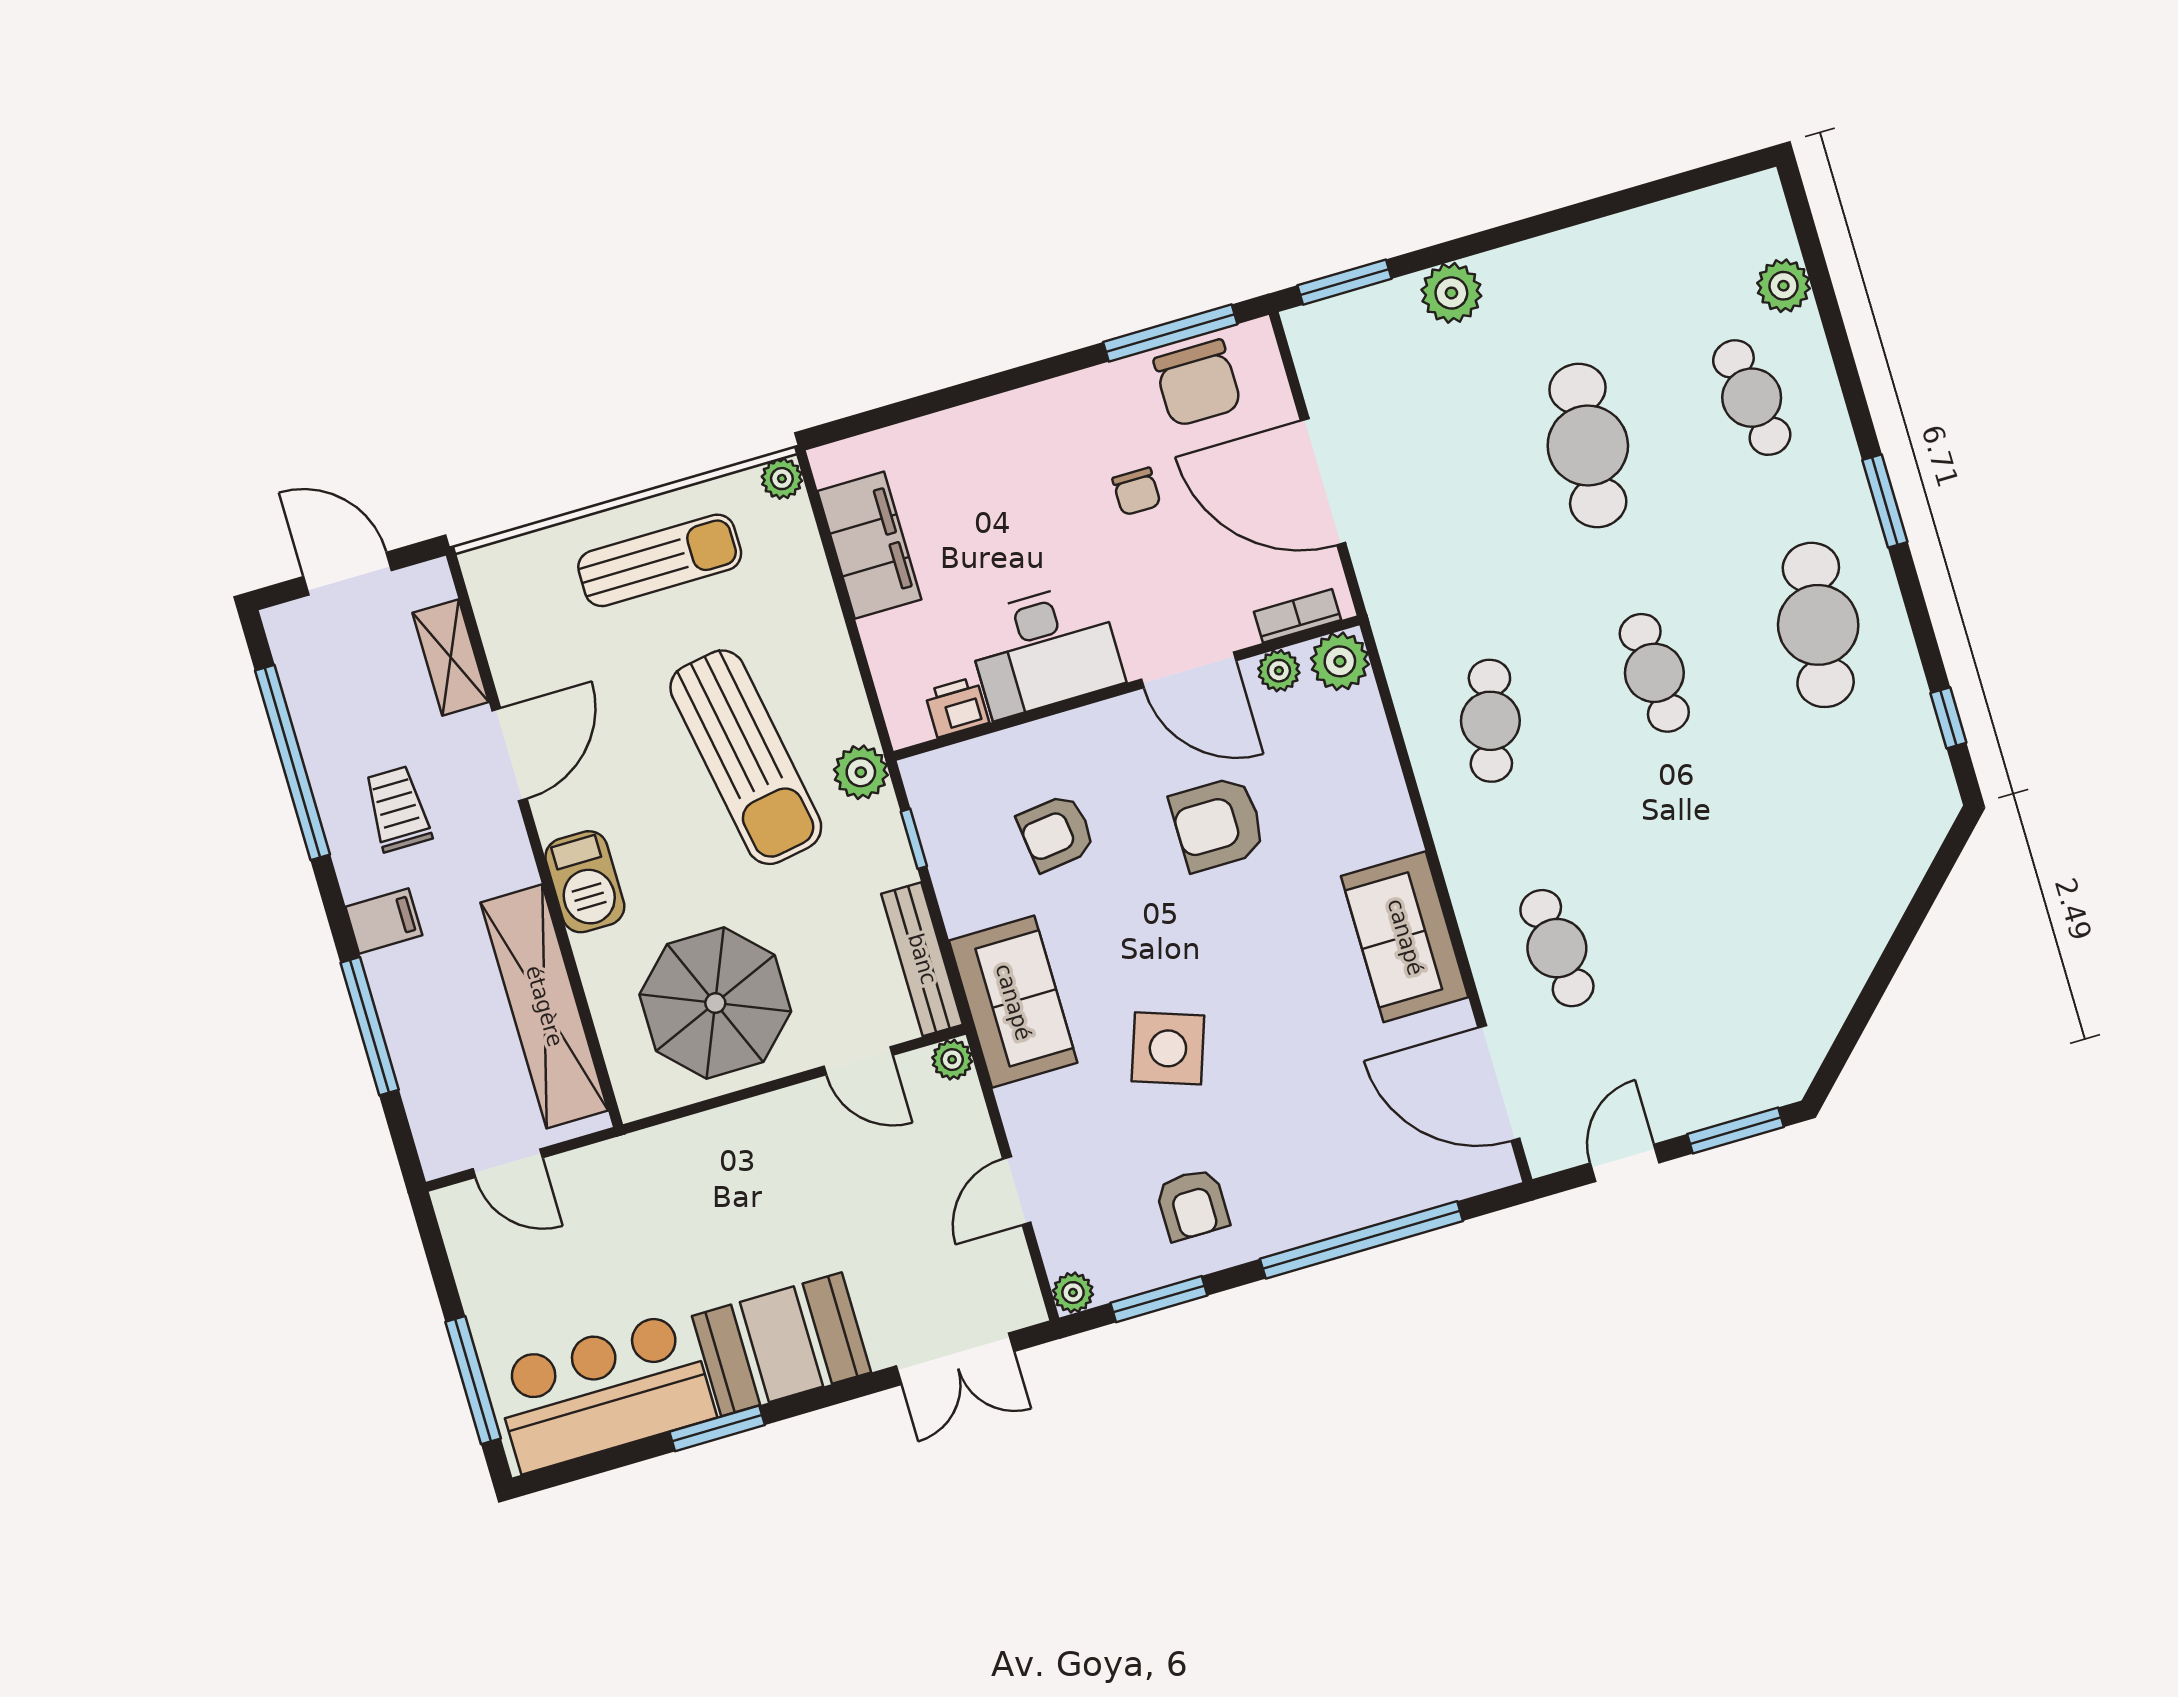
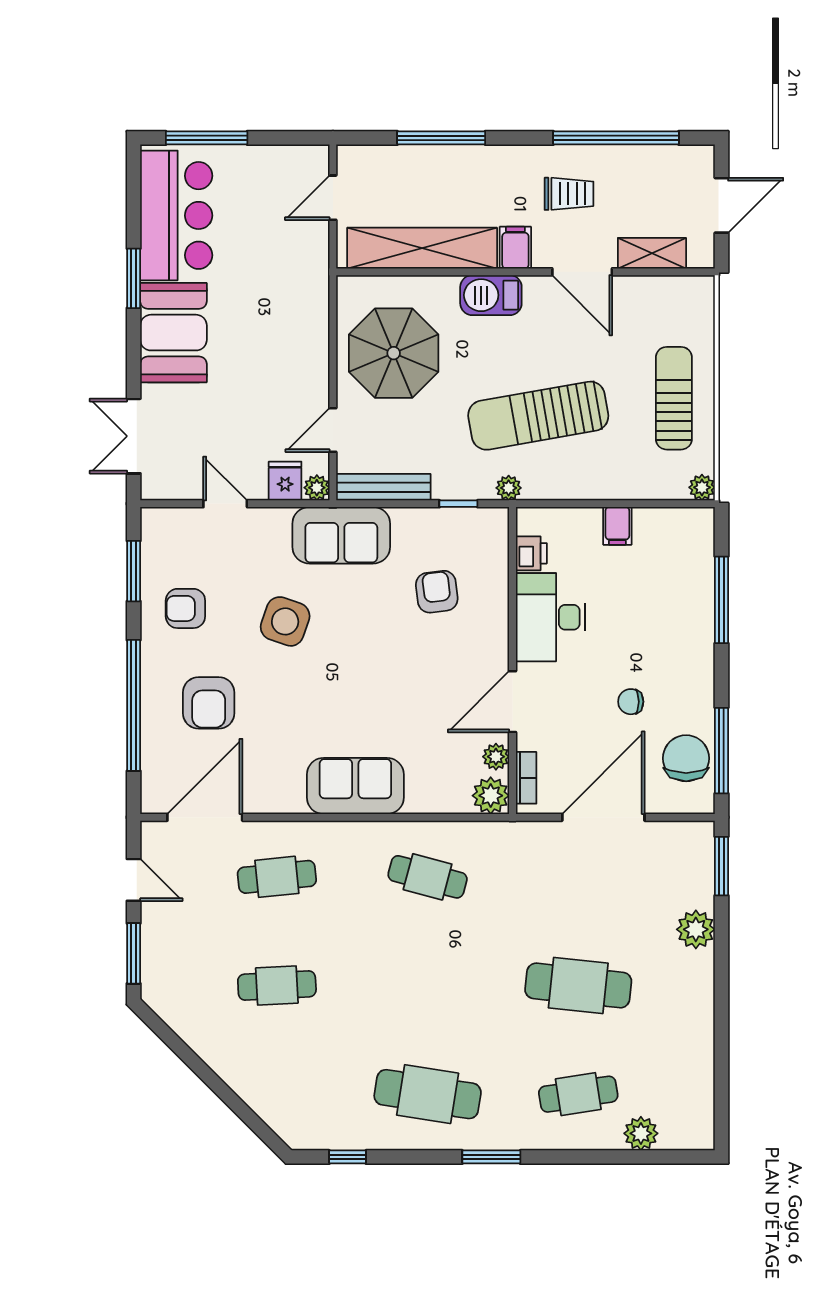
chair: (1198, 383) -> (686, 758), turned 90
window: (943, 400) -> (722, 600), added
filing cabinet: (869, 545) -> (617, 526), width x0.33, depth x0.86
sun lounger: (660, 560) -> (674, 398), turned 180
cafe table: (1654, 673) -> (277, 985), moved
plant: (861, 772) -> (509, 488), width x0.73, depth x0.73
armchair: (1218, 824) -> (209, 703), moved, turned 180
filing cabinet: (384, 921) -> (515, 248), moved, turned 180
sofa: (1405, 937) -> (355, 786), moved
fridge: (956, 1110) -> (285, 481), added
plant: (1073, 1293) -> (153, 520), removed

